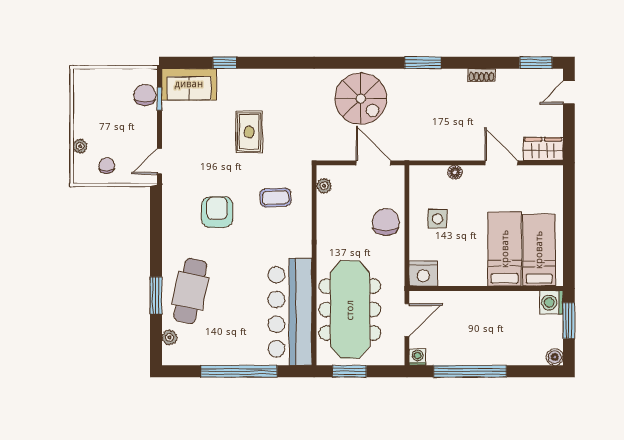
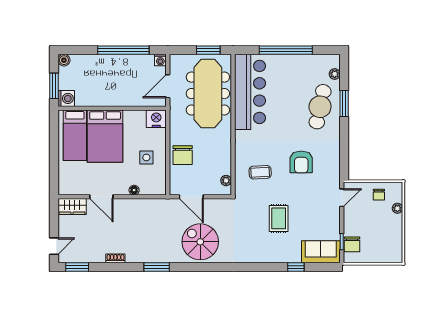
bed: (505, 249) -> (105, 136), width x1.50

